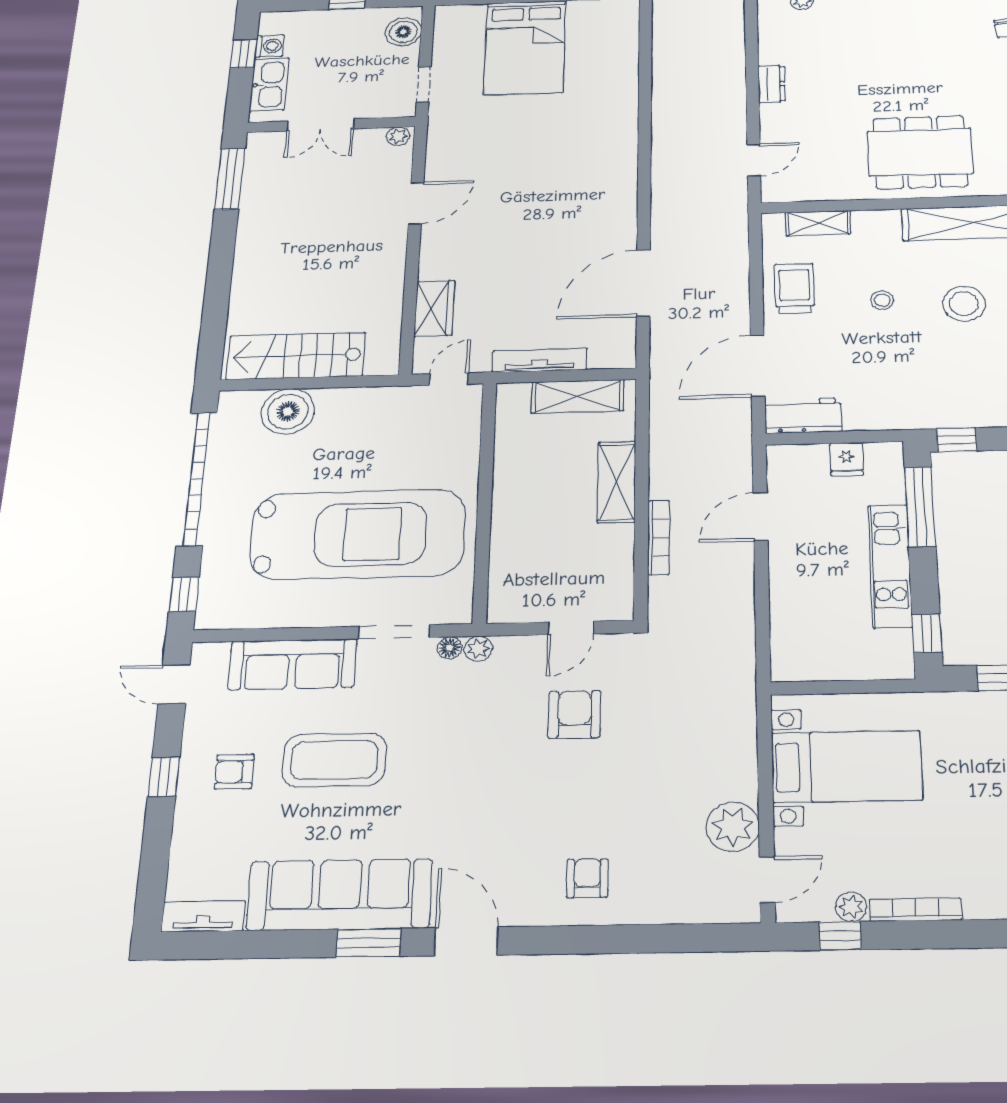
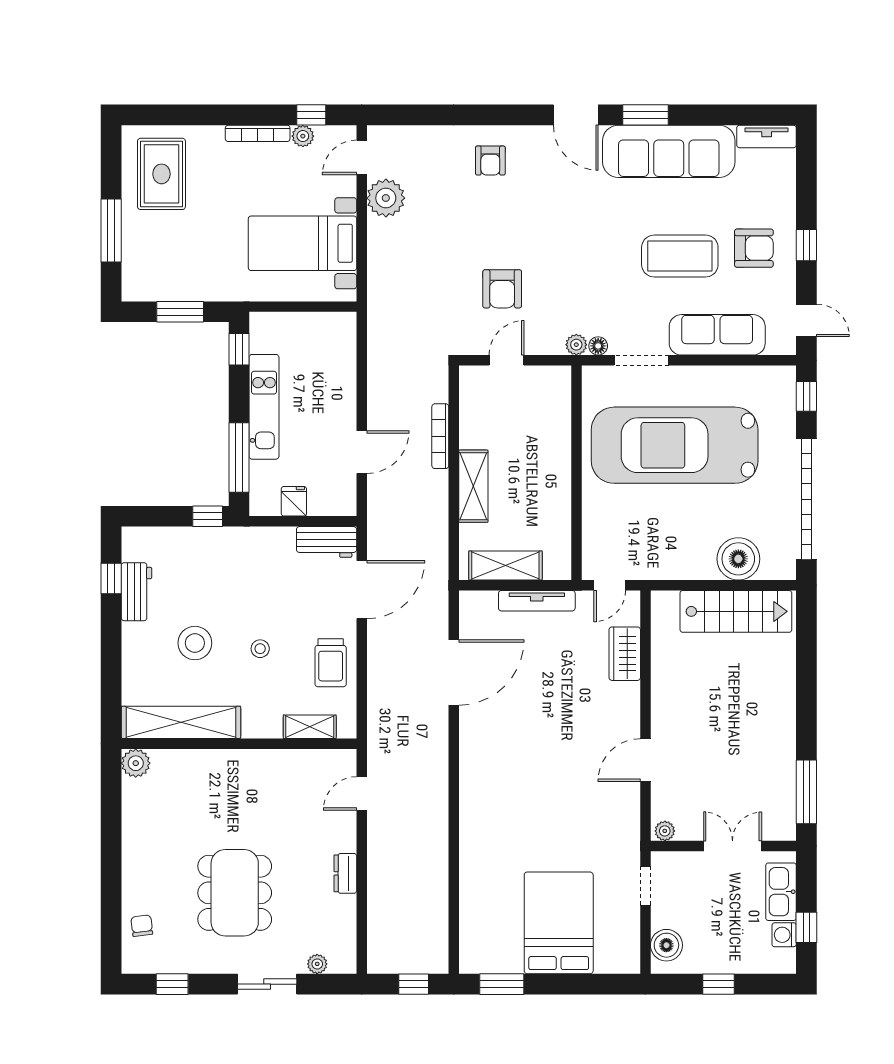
dining table: (920, 152) -> (235, 893), moved, turned 90
armchair: (234, 772) -> (754, 248), width x1.38, depth x1.38

